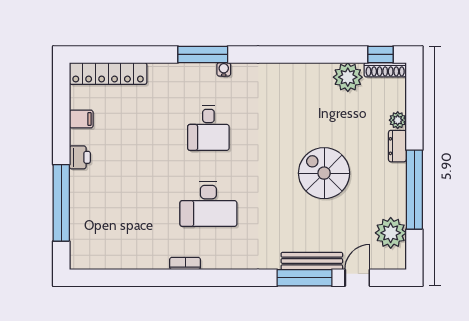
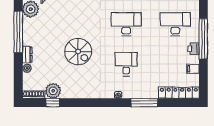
window: (203, 54) -> (144, 103), moved
window: (380, 54) -> (53, 103), moved
spiral stairs: (324, 173) -> (78, 52), moved
window: (61, 203) -> (203, 39), moved
desk: (115, 204) -> (175, 24), added

